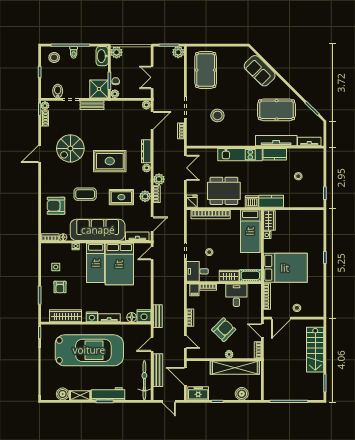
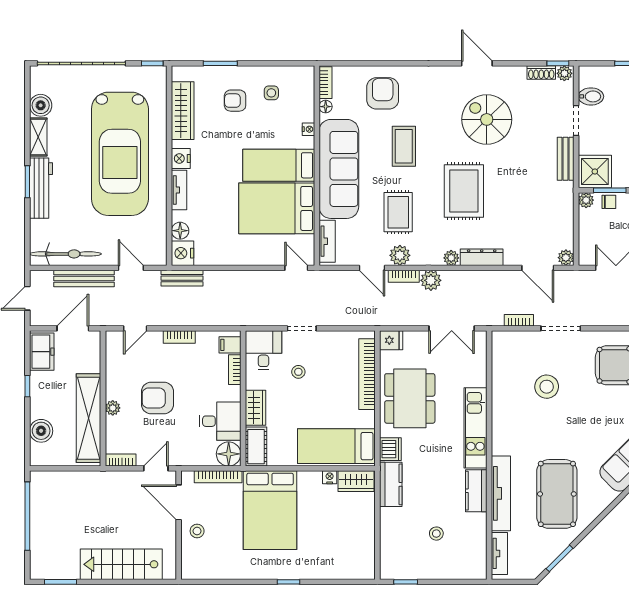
door: (152, 224) -> (372, 268), moved
floor lamp: (254, 291) -> (229, 454), added
armchair: (224, 330) -> (158, 398), turned 136

